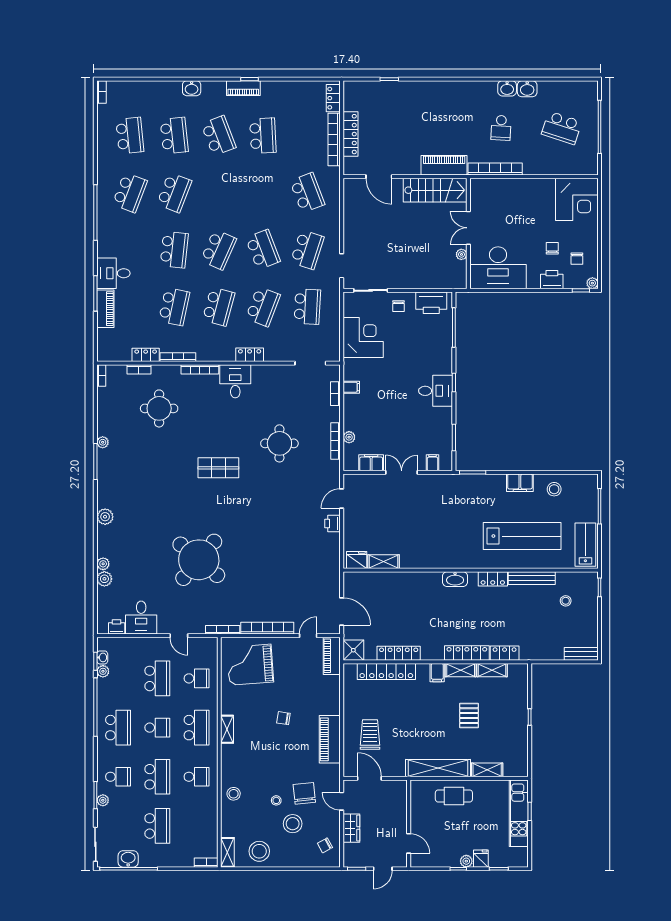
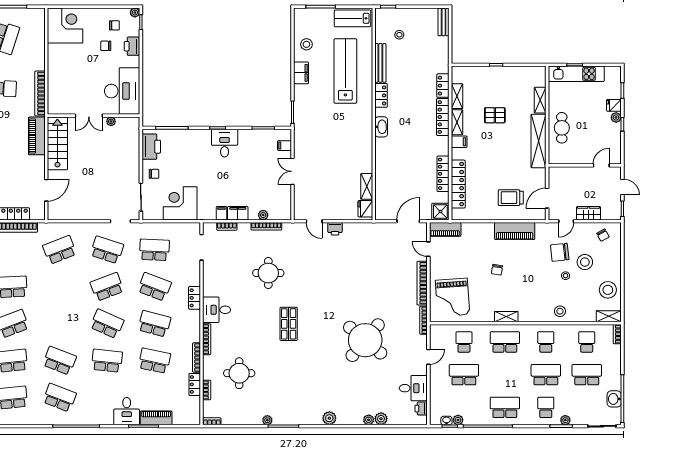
filing cabinet: (371, 463) -> (238, 213), moved, turned 90
school desk: (157, 728) -> (587, 342), moved

